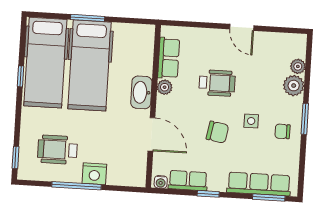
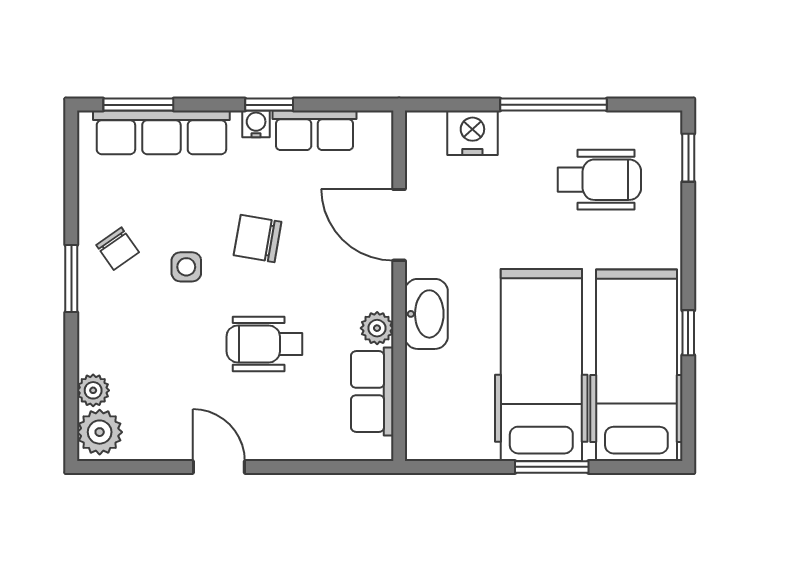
plant: (294, 86) -> (100, 432), moved
chair: (282, 131) -> (118, 249), turned 55
nightstand: (94, 174) -> (472, 133), moved
water cooler: (161, 182) -> (256, 124), moved

